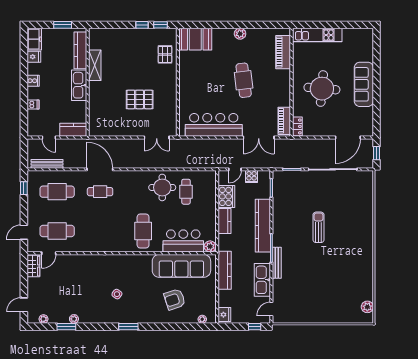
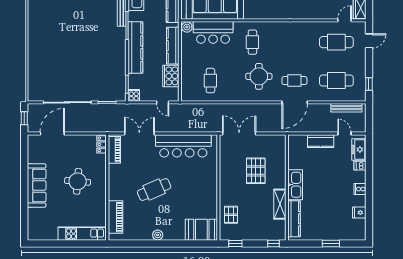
window: (142, 25) -> (273, 244), moved
freezer: (34, 39) -> (359, 150), moved
kitchen counter: (80, 50) -> (294, 219), moved
shelving: (95, 65) -> (280, 204), moved
cafe table: (244, 80) -> (154, 190), turned 73
wall: (88, 82) -> (287, 188), moved
kitchen sink: (79, 85) -> (295, 185), moved
round table: (322, 89) -> (78, 181), width x0.73, depth x0.73
pallet: (140, 99) -> (256, 171), turned 90
double door: (157, 138) -> (239, 134), width x1.37
door: (100, 169) -> (295, 102), hinge flipped
door: (235, 169) -> (163, 102), swing flipped
cooker: (252, 177) -> (134, 95), moved
round table: (162, 187) -> (259, 76), moved
kitchen counter: (225, 221) -> (173, 46), width x1.50
sun lounger: (318, 227) -> (81, 46), removed
cafe table: (143, 231) -> (252, 42), width x0.73, depth x0.74

